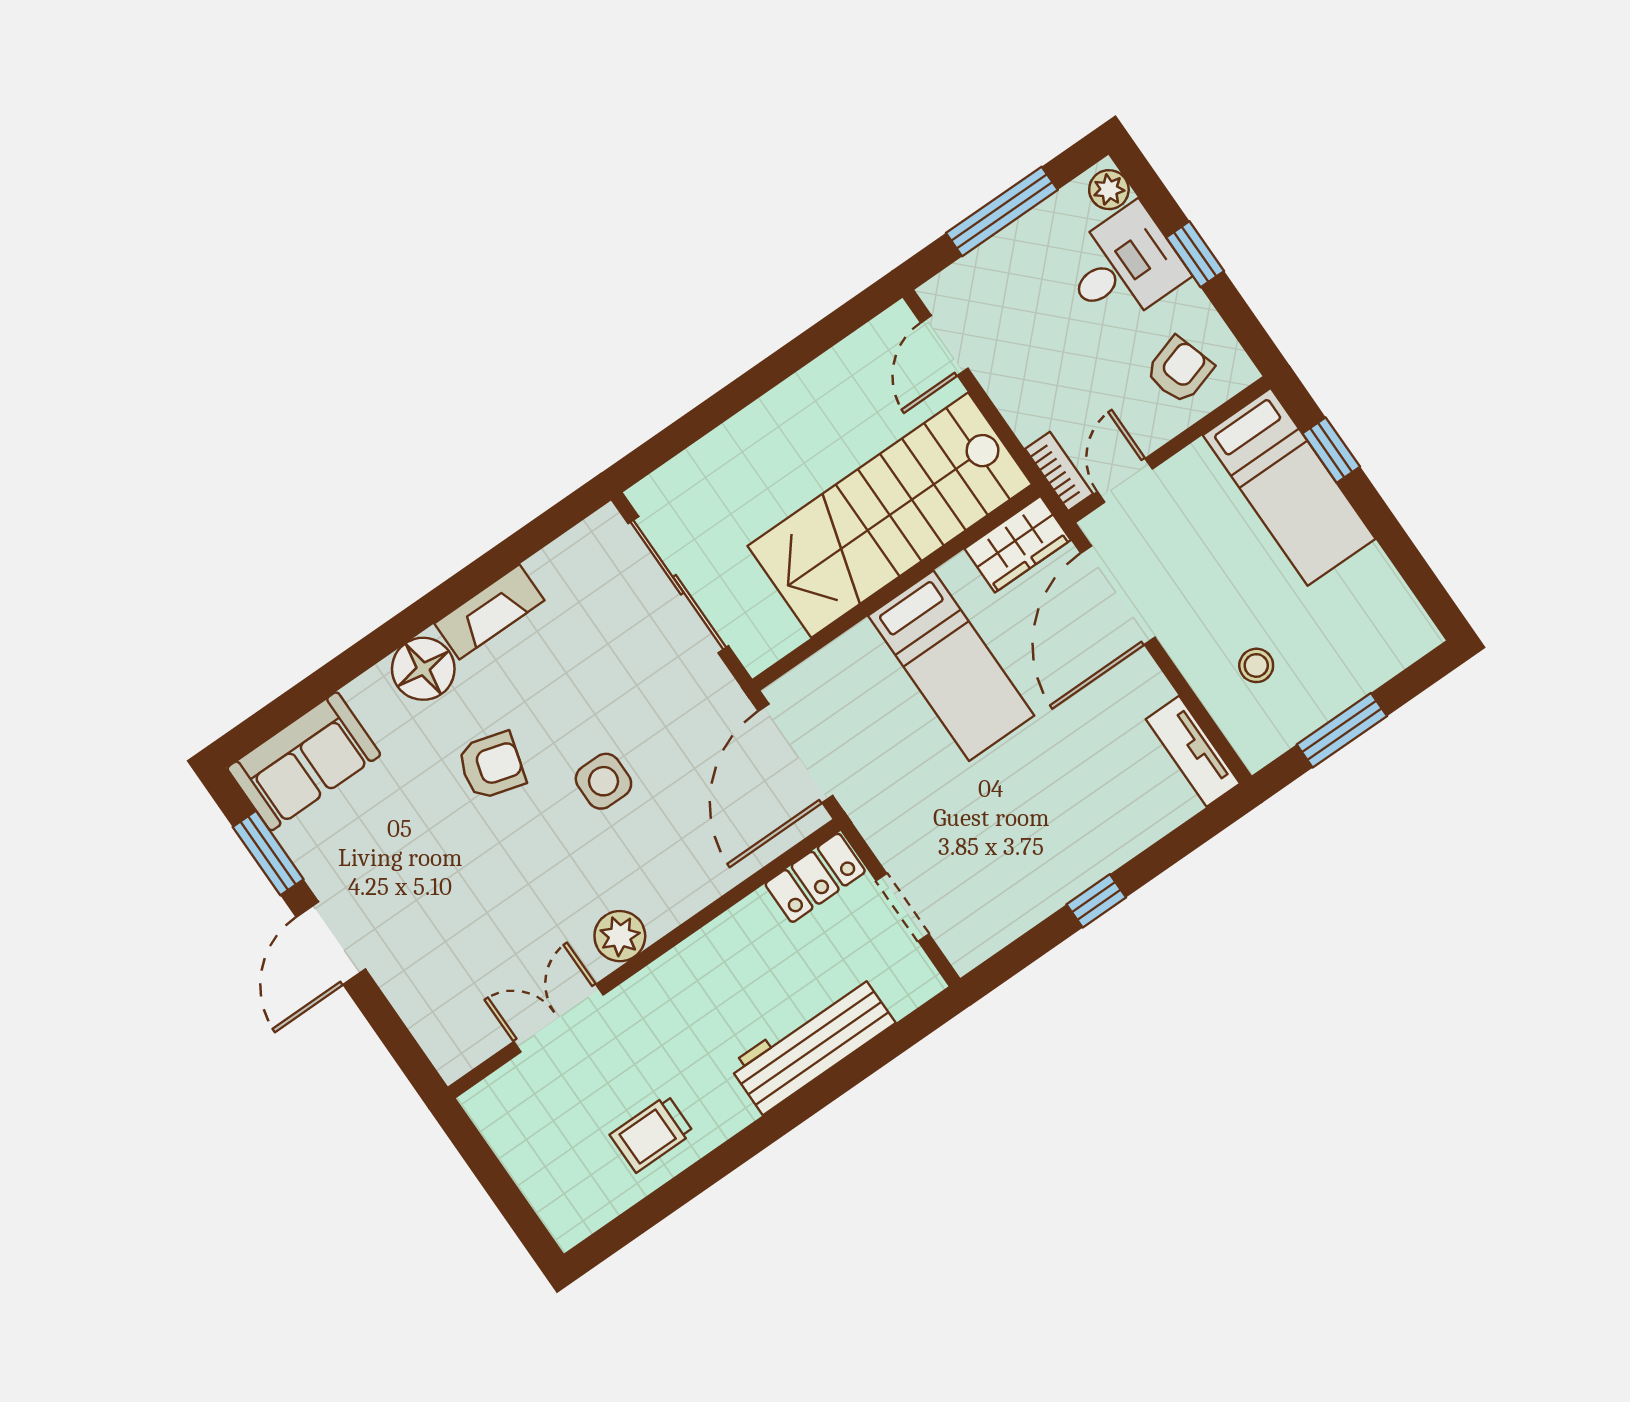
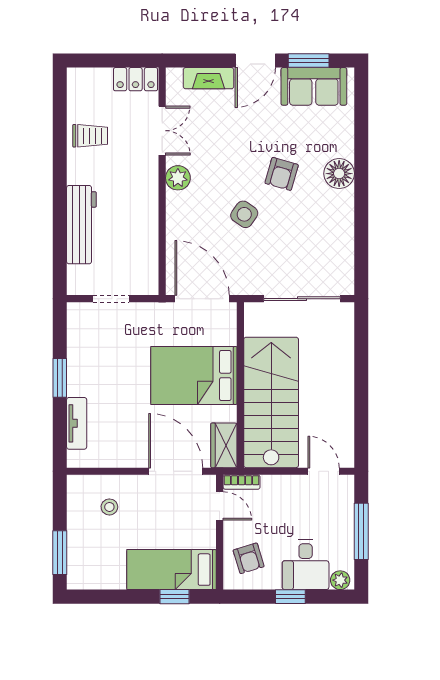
fireplace: (489, 612) -> (209, 78), moved, turned -90
bed: (951, 666) -> (194, 375), width x1.50
window: (1342, 730) -> (60, 553), moved
tv unit: (1193, 751) -> (77, 423), moved, turned 90
sofa: (304, 761) -> (314, 86), moved, turned -90
side table: (603, 781) -> (244, 214), turned 35
locker: (815, 878) -> (136, 79), moved, turned -90
window: (1096, 901) -> (60, 378), width x1.50
door: (331, 943) -> (255, 61), swing flipped
trolley: (652, 1134) -> (90, 136), turned 90

